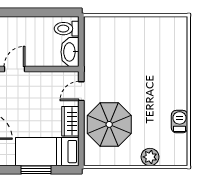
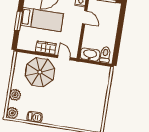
bed: (47, 152) -> (42, 19), moved, turned 90
plant: (179, 157) -> (12, 113), added

